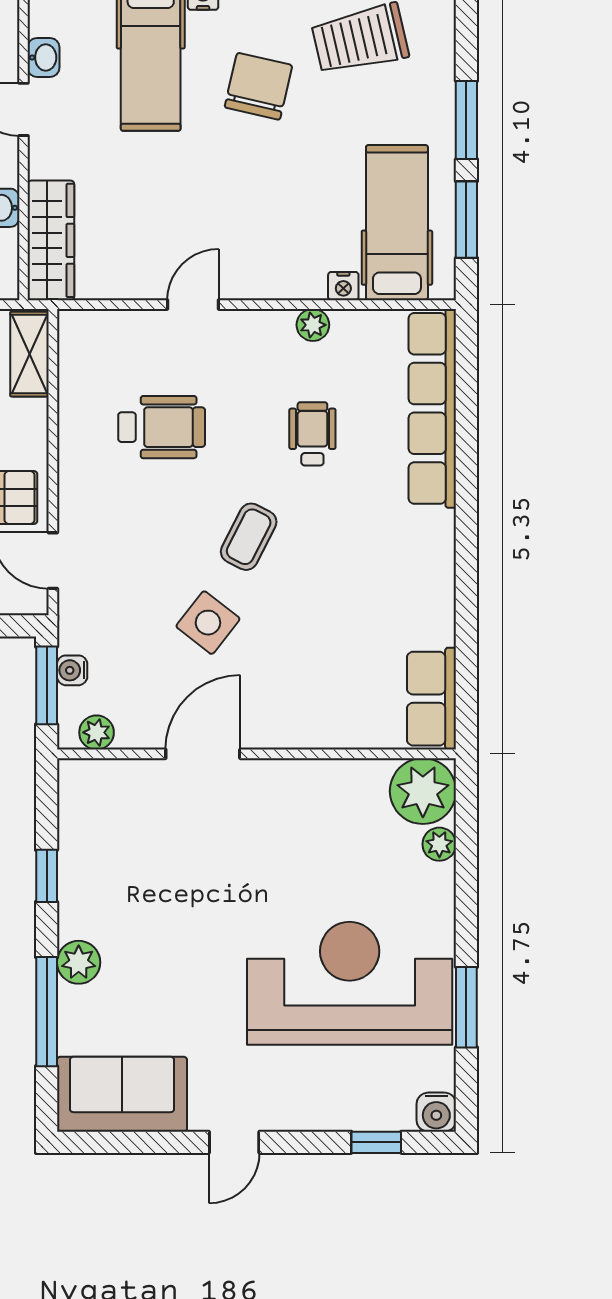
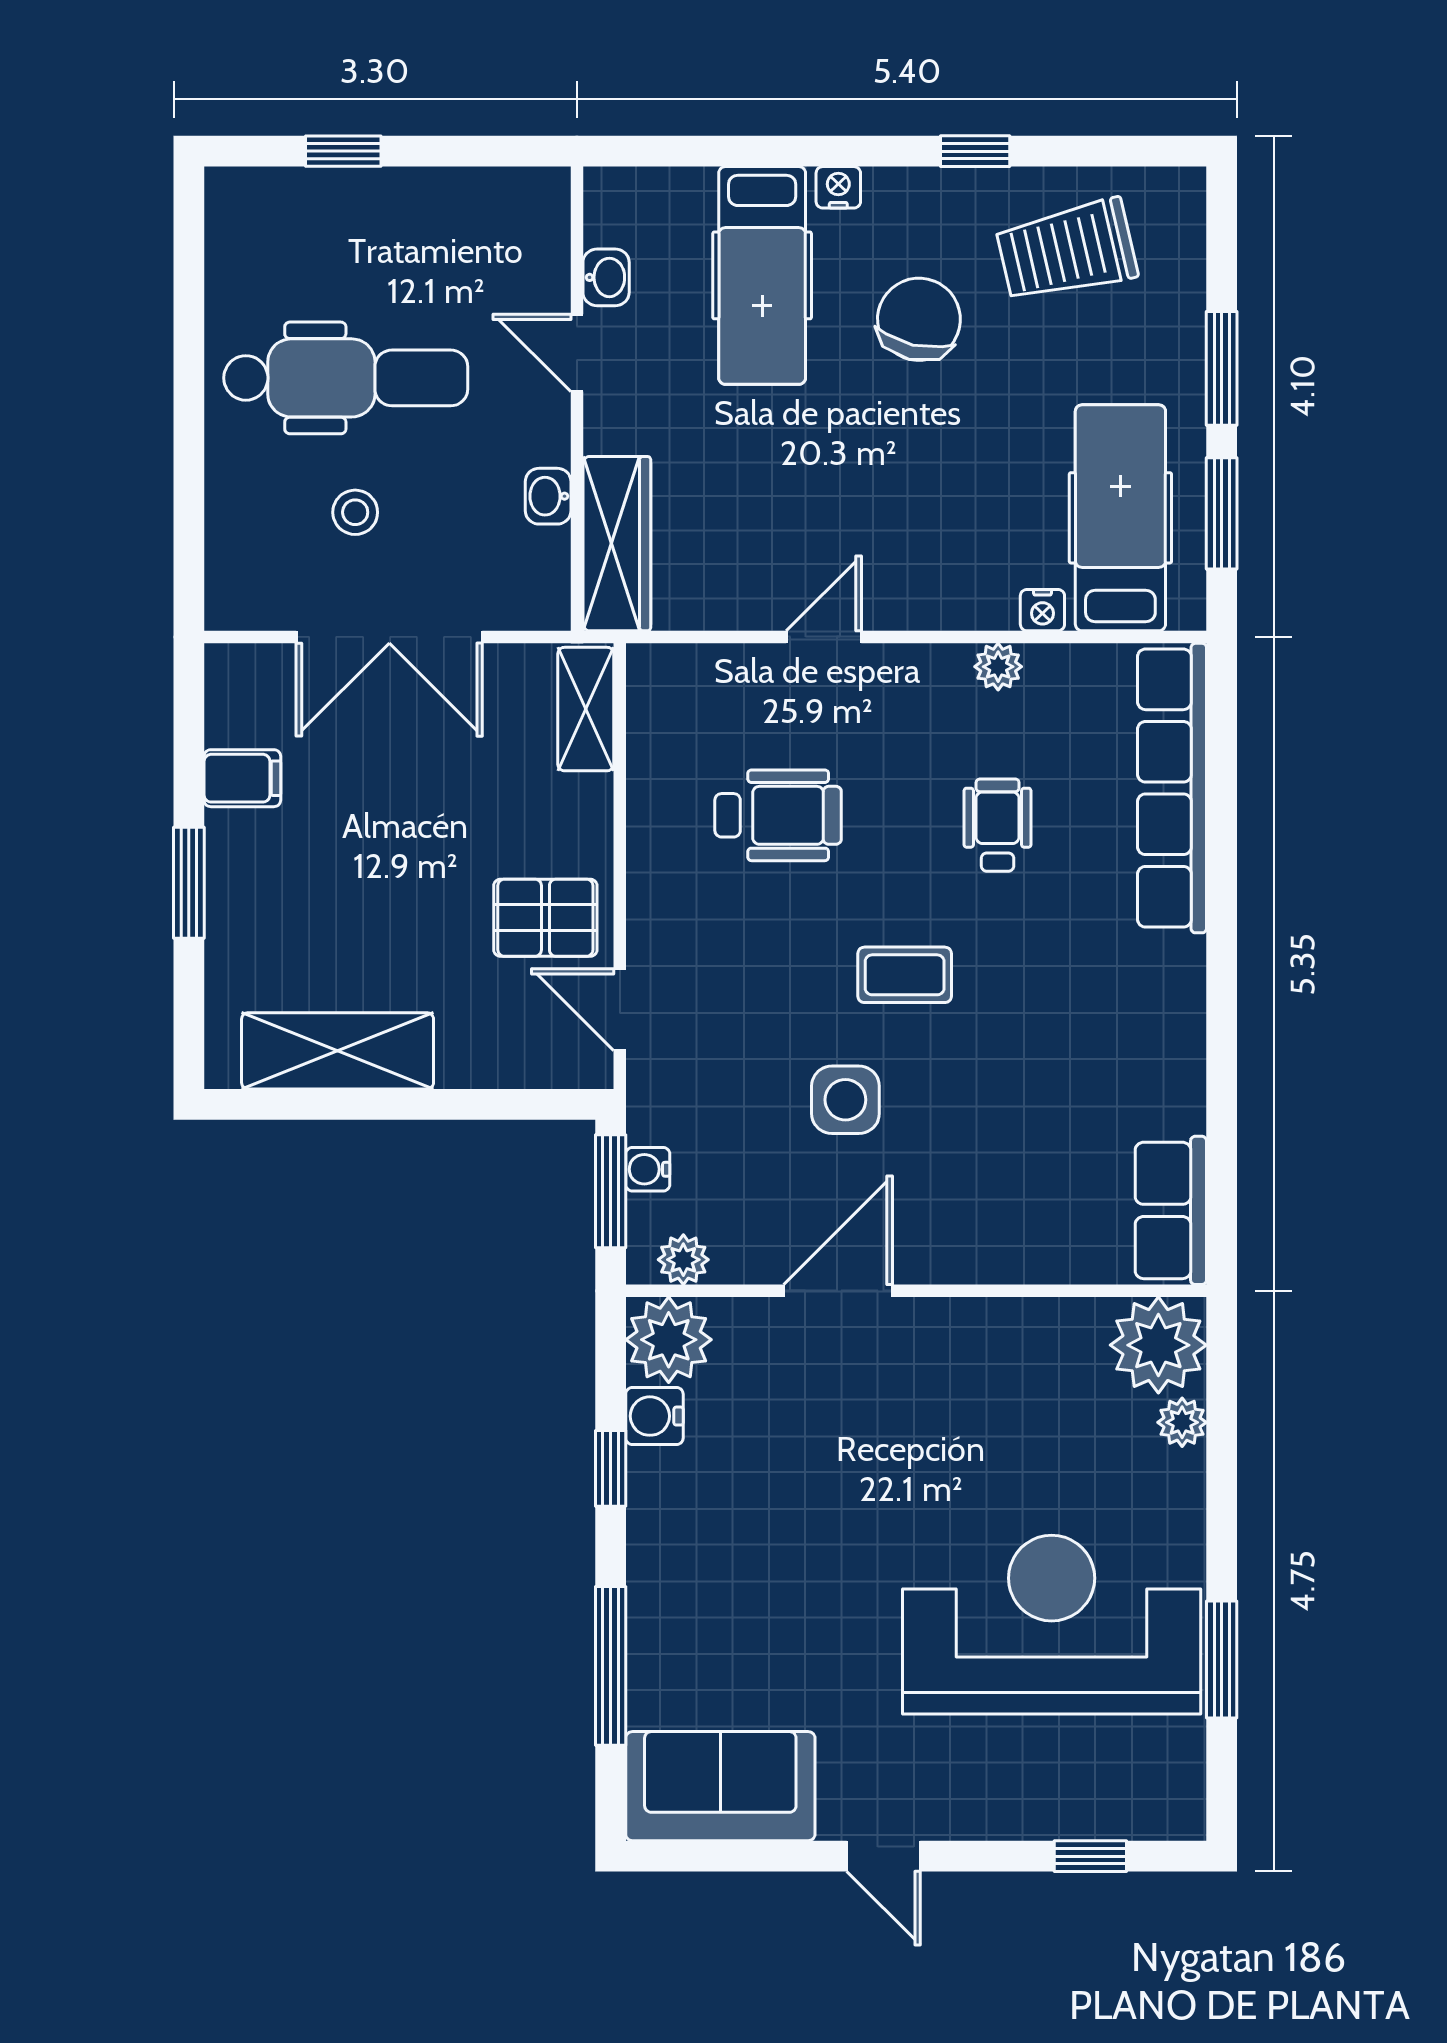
coffee table: (249, 537) -> (905, 975), turned 63
side table: (208, 623) -> (845, 1100), turned -38
plant: (79, 962) -> (669, 1340), moved, width x1.36, depth x1.36
water cooler: (436, 1112) -> (654, 1416), moved, turned 90
door: (234, 1142) -> (883, 1856), hinge flipped

